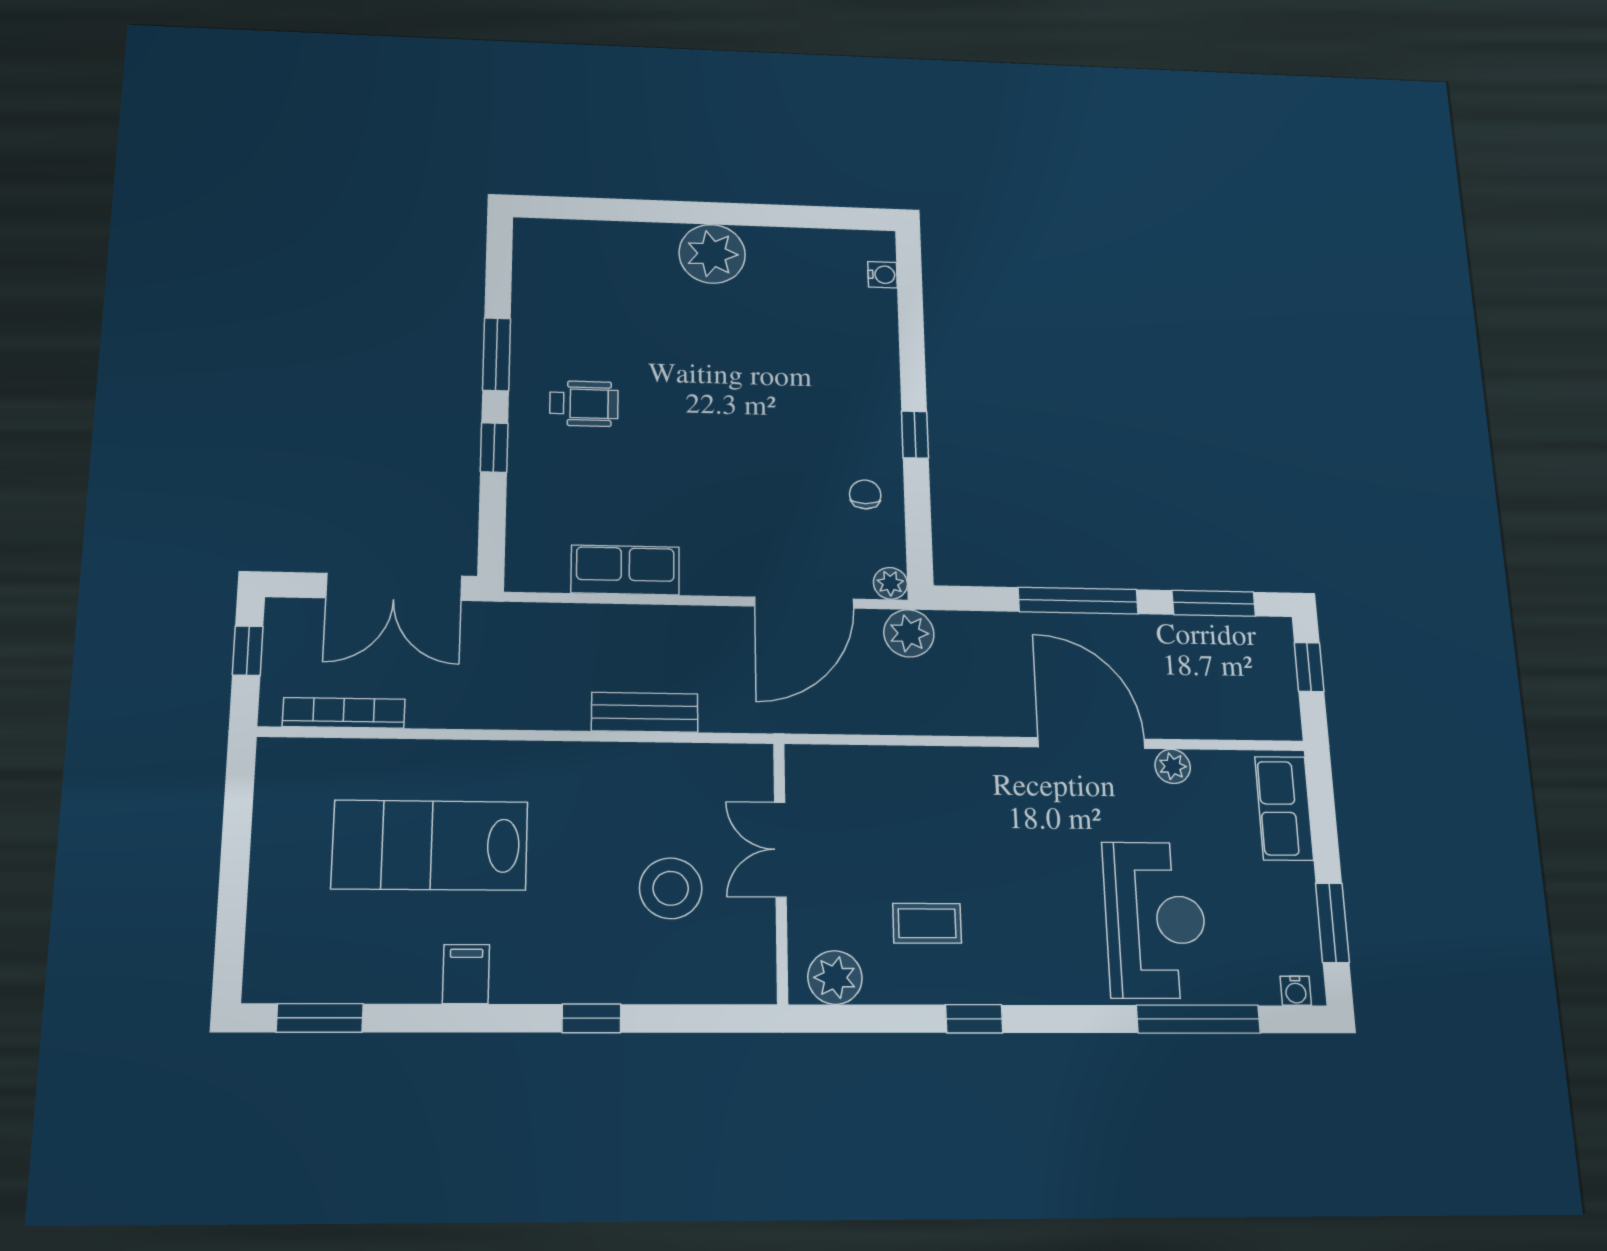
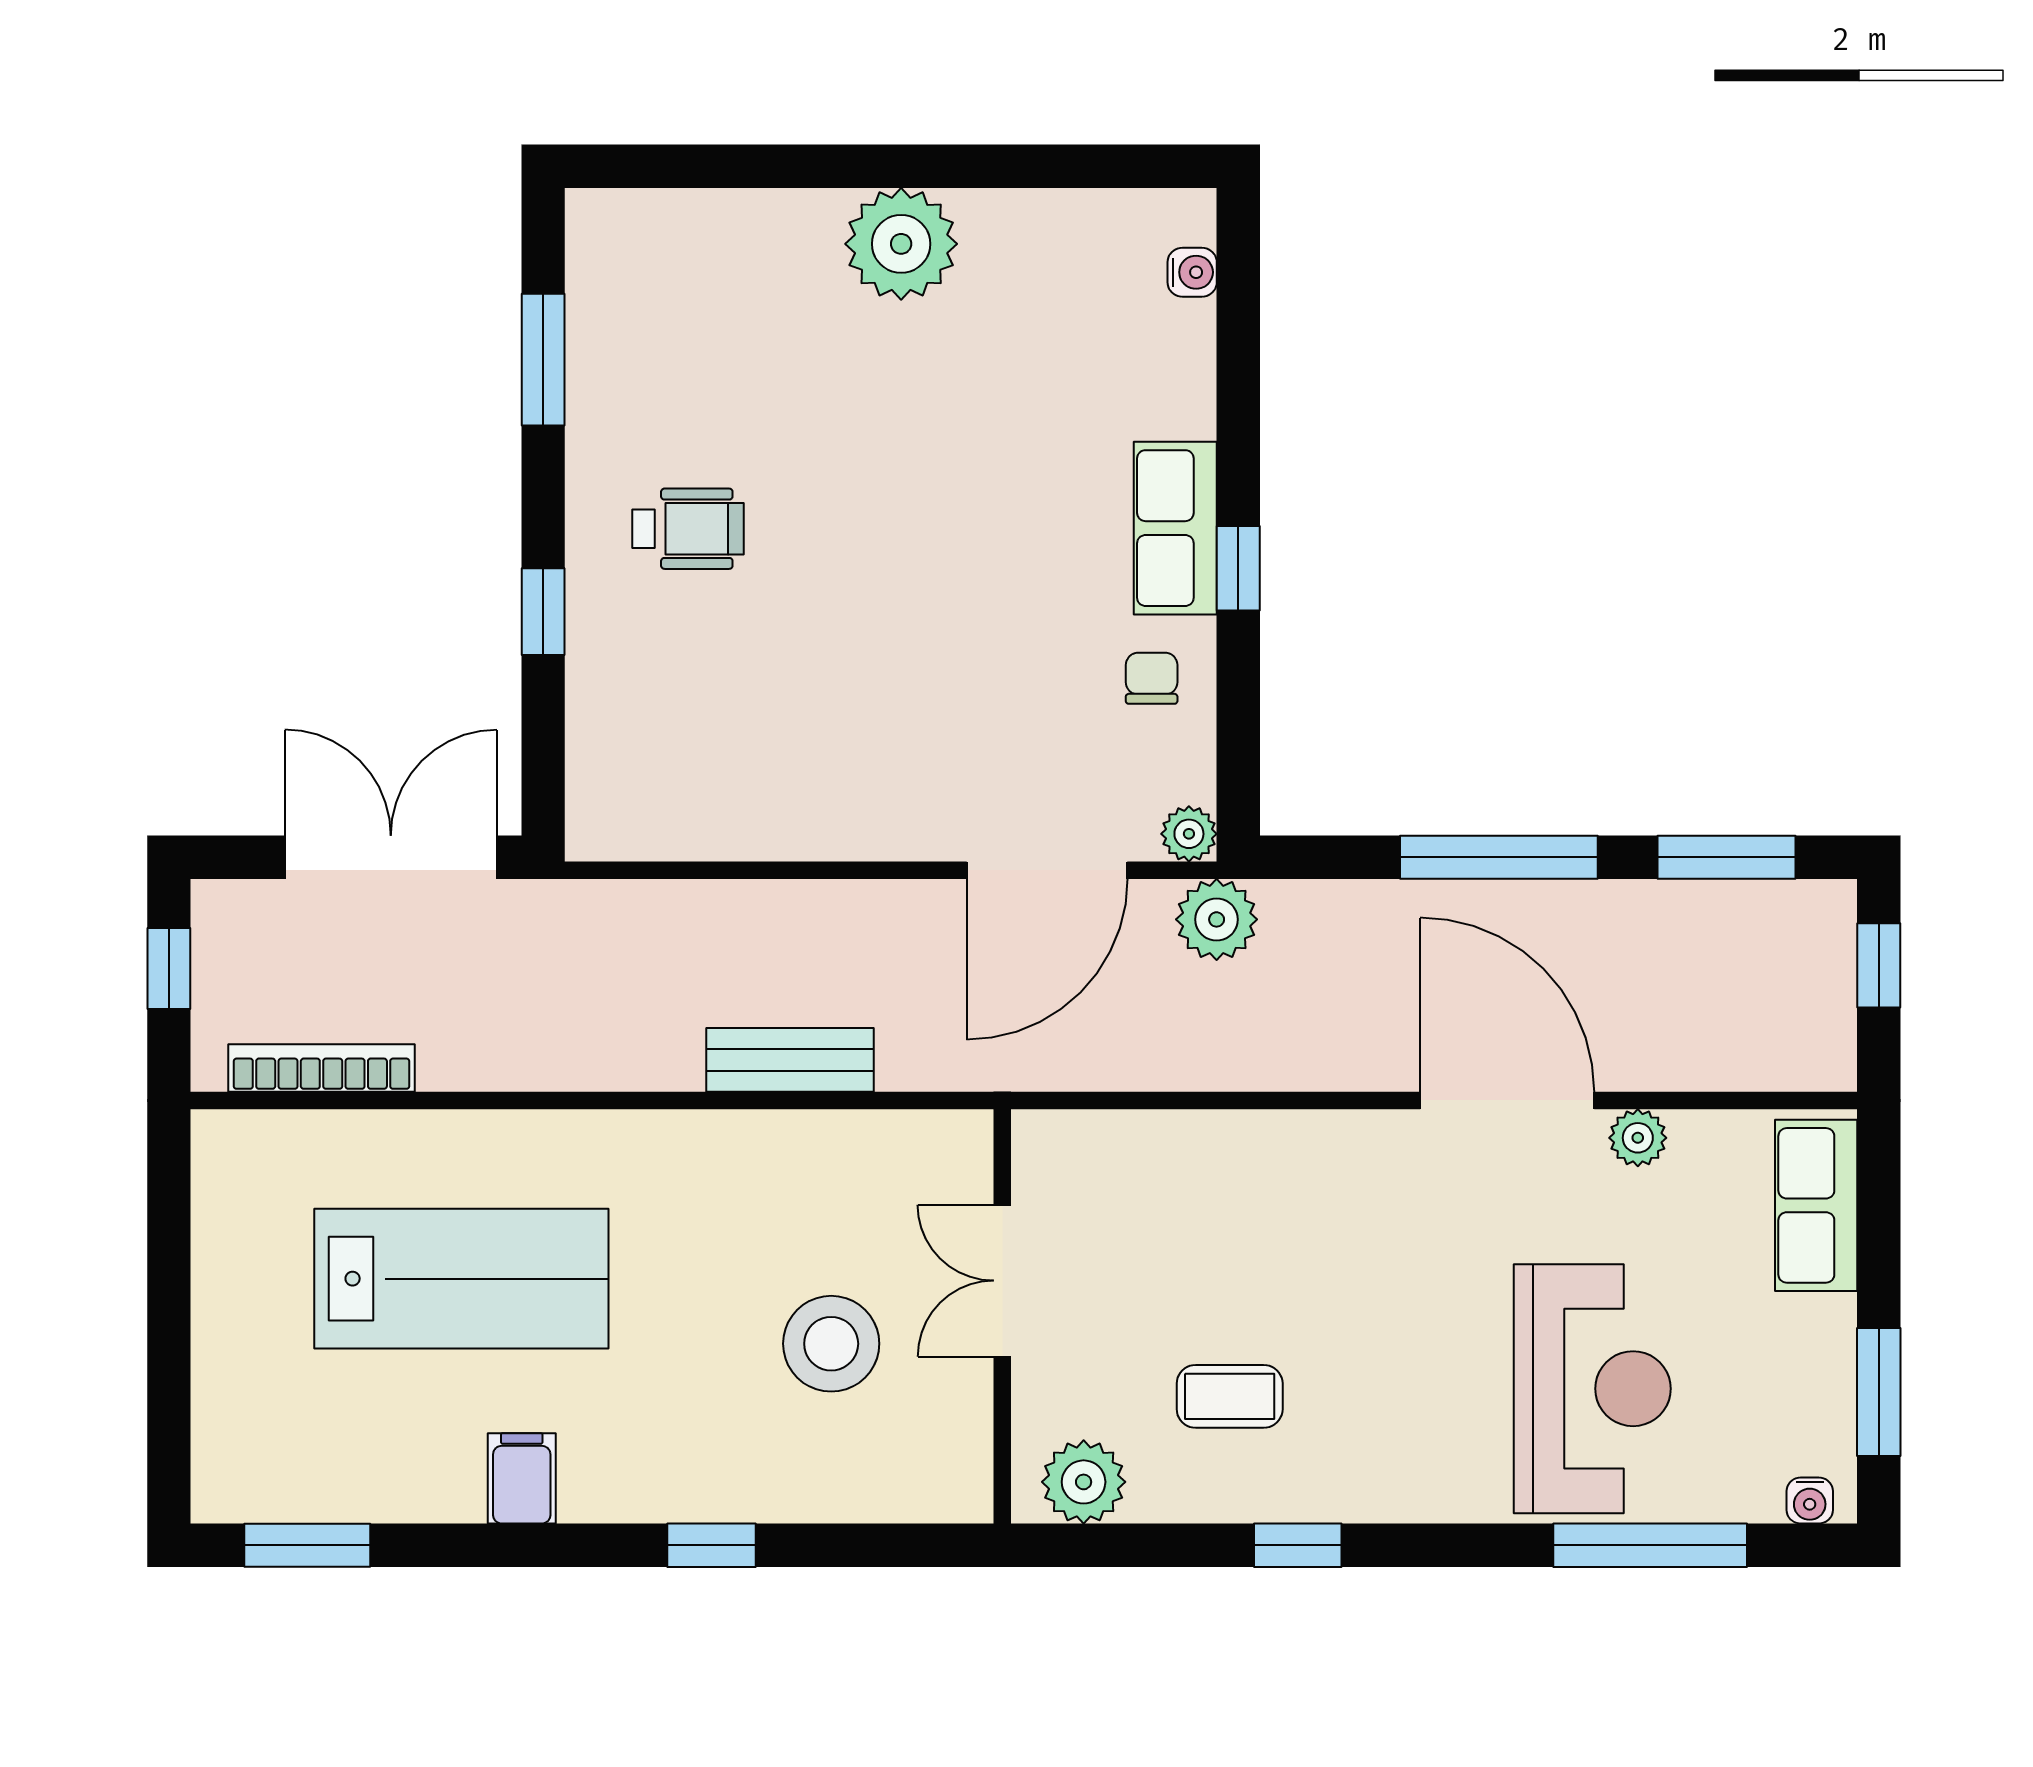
window: (497, 354) -> (543, 360), moved
row of seats: (625, 570) -> (1175, 528), moved, turned -90
double door: (394, 587) -> (391, 857), swing flipped
lab bench: (430, 845) -> (461, 1279), turned 180

